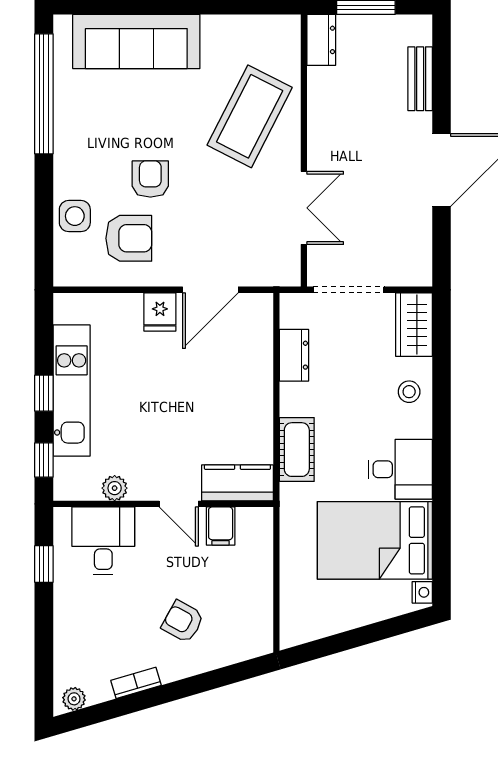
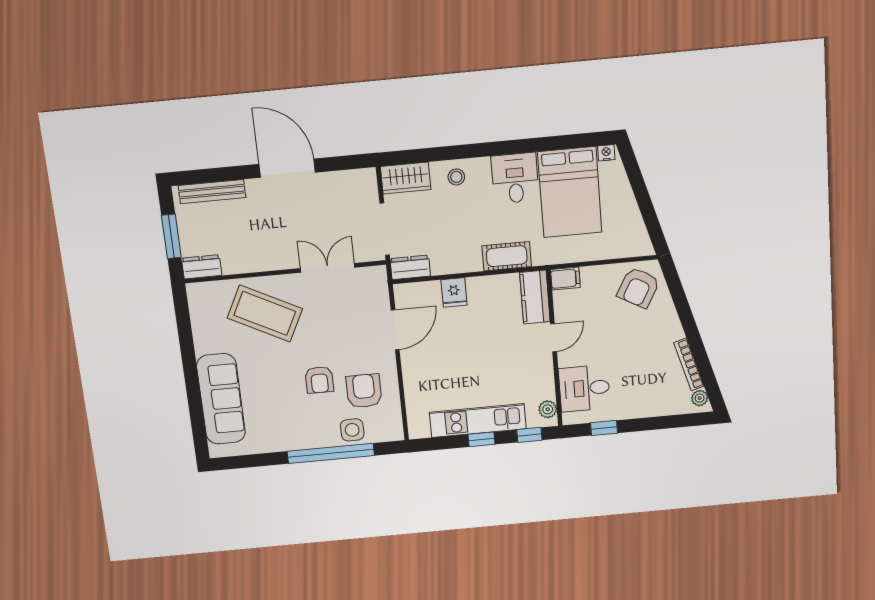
bench: (420, 79) -> (212, 192), width x1.36
window: (44, 94) -> (331, 453), moved
armchair: (150, 179) -> (319, 380), turned -90
door: (210, 290) -> (395, 330), hinge flipped
fridge: (160, 312) -> (454, 292), moved, turned 90
dresser: (294, 355) -> (410, 267), moved
plant: (115, 488) -> (548, 409), moved
filing cabinet: (221, 526) -> (565, 279), moved
armchair: (183, 622) -> (638, 288), moved, width x1.38, depth x1.38
bookcase: (136, 683) -> (689, 364), width x1.56

